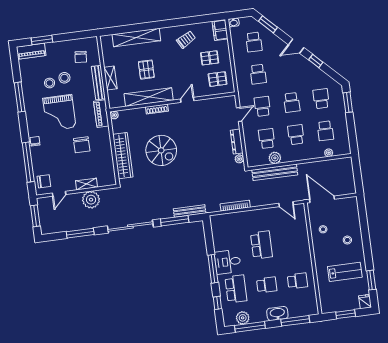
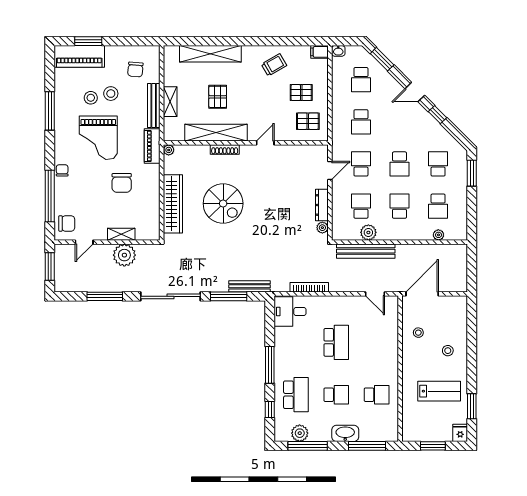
filing cabinet: (220, 30) -> (319, 52), width x0.50
piano: (31, 51) -> (79, 56), width x1.37, depth x1.33
door: (322, 199) -> (422, 294), hinge flipped
desk: (228, 262) -> (290, 312), moved

